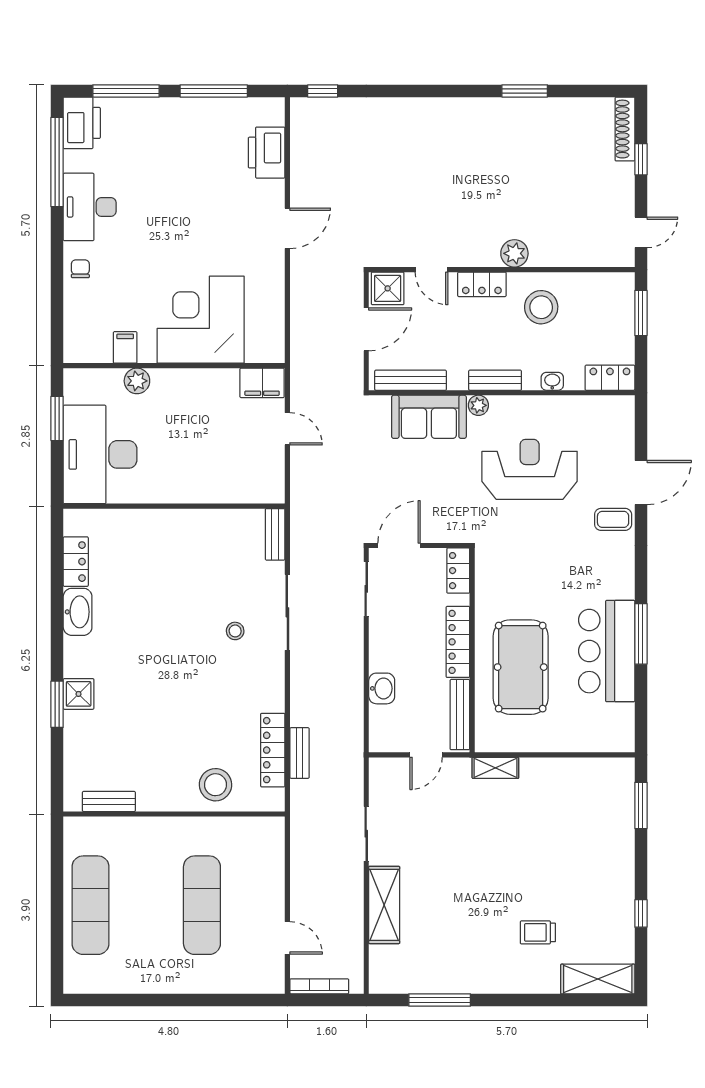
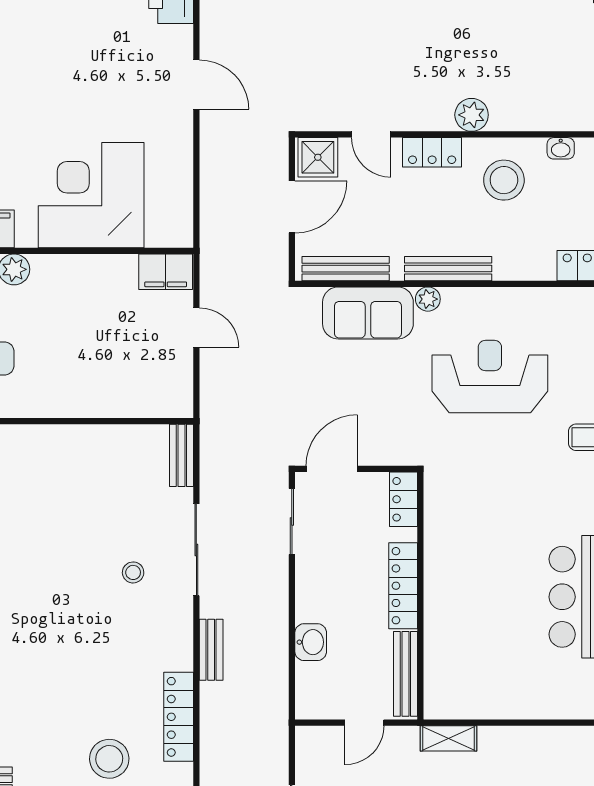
door: (287, 228) -> (196, 85), hinge flipped
bench: (495, 380) -> (448, 269), width x1.36
washbasin: (552, 381) -> (561, 148), moved, turned 180
pool table: (521, 667) -> (479, 616), removed
bench: (300, 753) -> (211, 650), moved

